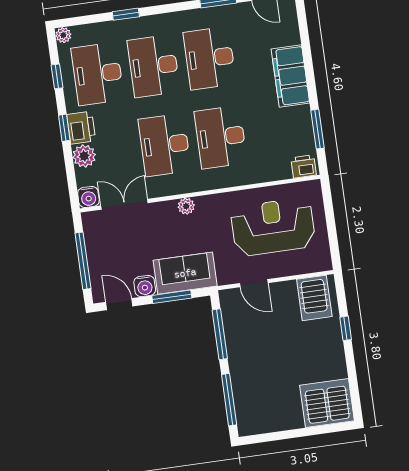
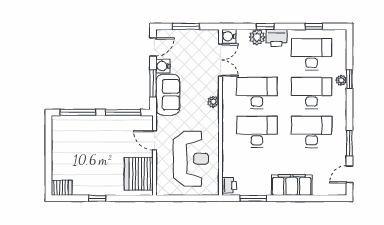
plant: (63, 35) -> (341, 80), moved
window: (64, 128) -> (265, 26), moved
window: (83, 261) -> (186, 26), width x0.69
door: (254, 283) -> (155, 140), hinge flipped
server rack: (314, 298) -> (139, 174), width x1.60
window: (346, 328) -> (97, 198), moved
server rack: (327, 403) -> (62, 188), width x0.46, depth x0.70

